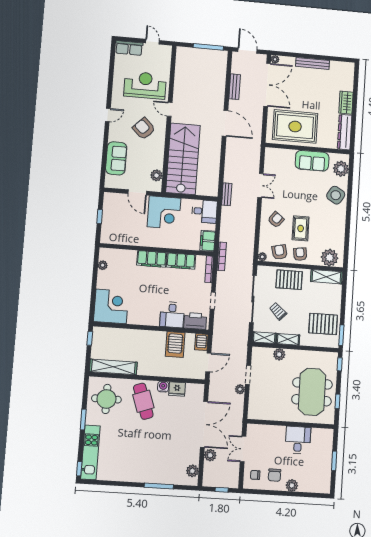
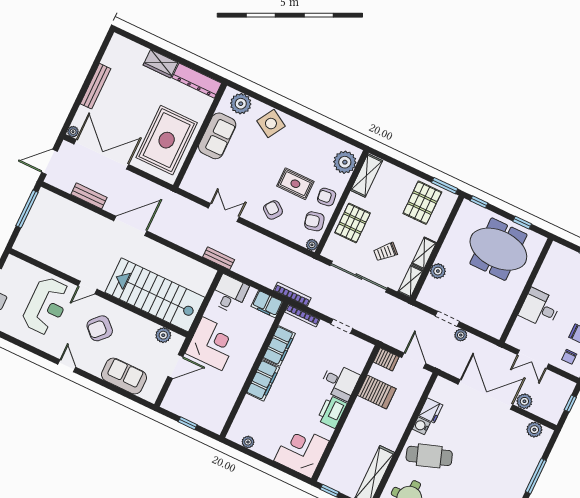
reception desk: (145, 85) -> (46, 306), turned 180
printer: (195, 321) -> (332, 412), moved
desk: (298, 440) -> (540, 308), moved

